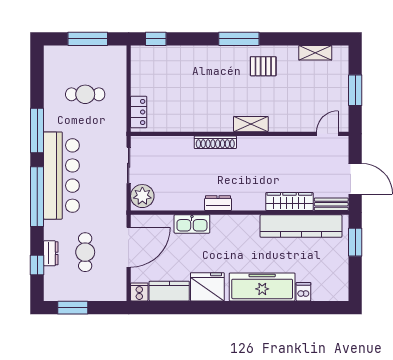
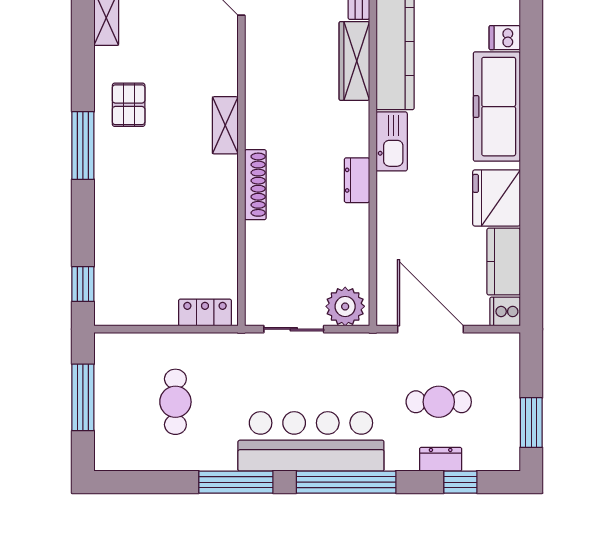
kitchen sink: (192, 224) -> (392, 141), moved

